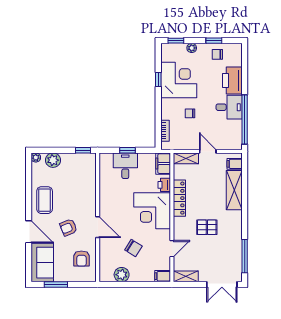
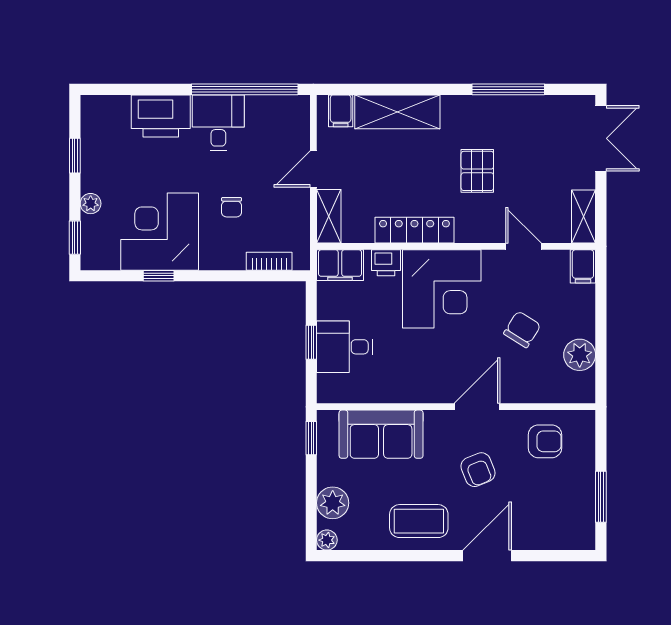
chair: (217, 54) -> (104, 148), removed
window: (245, 256) -> (508, 89), moved
sofa: (42, 263) -> (381, 434), moved, turned 180

